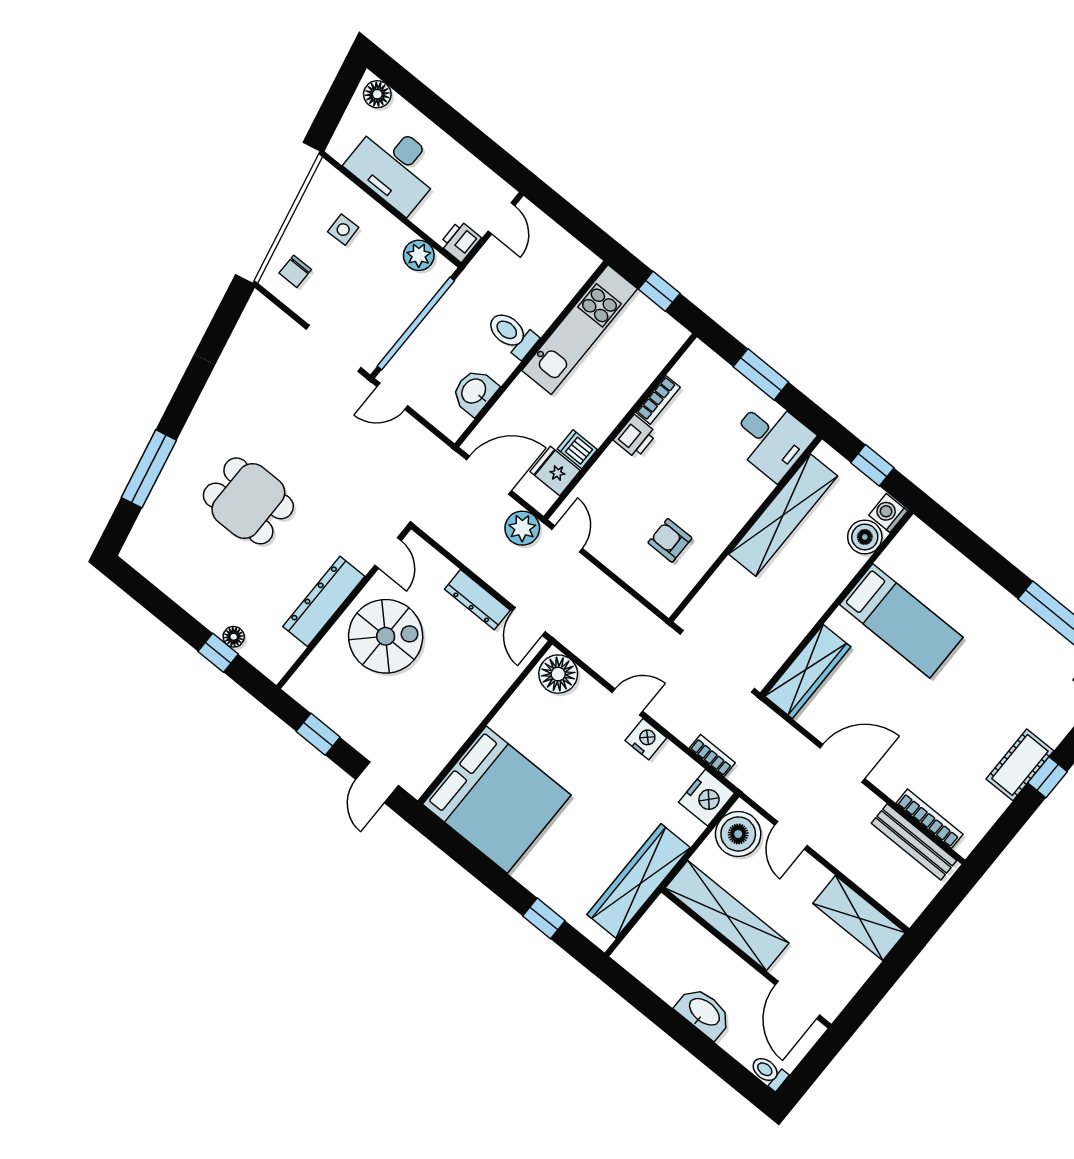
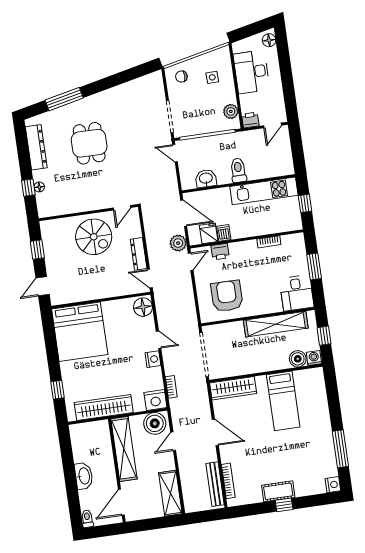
printer: (635, 437) -> (220, 252), moved
armchair: (670, 540) -> (227, 296), width x1.88, depth x1.88
dresser: (324, 601) -> (36, 147), moved, turned 90
door: (529, 621) -> (150, 279), hinge flipped

